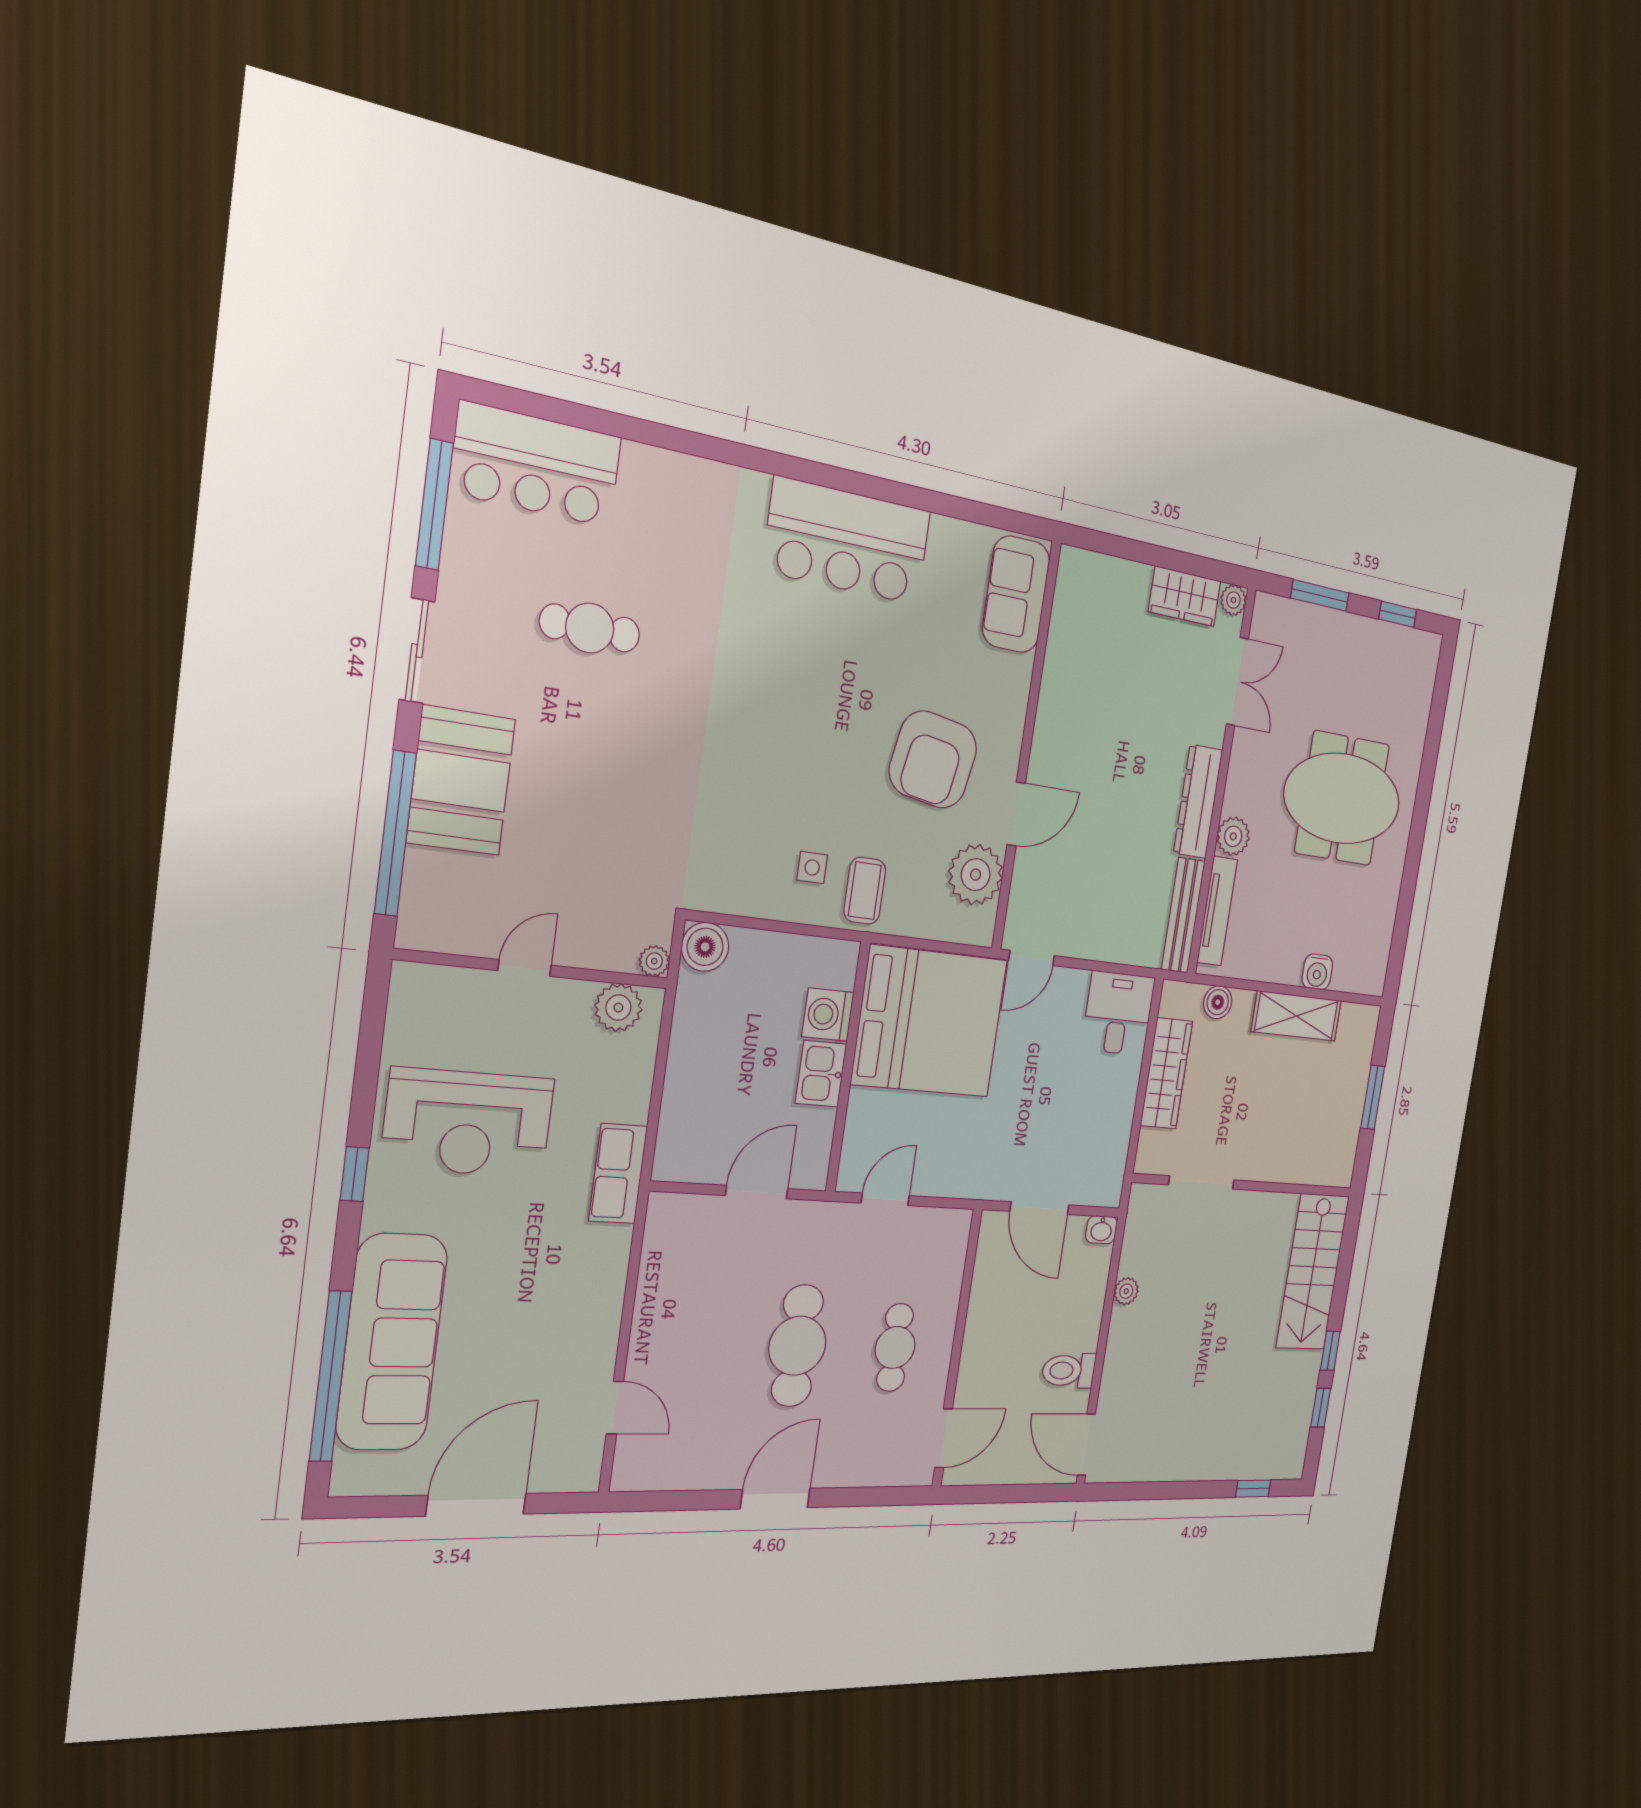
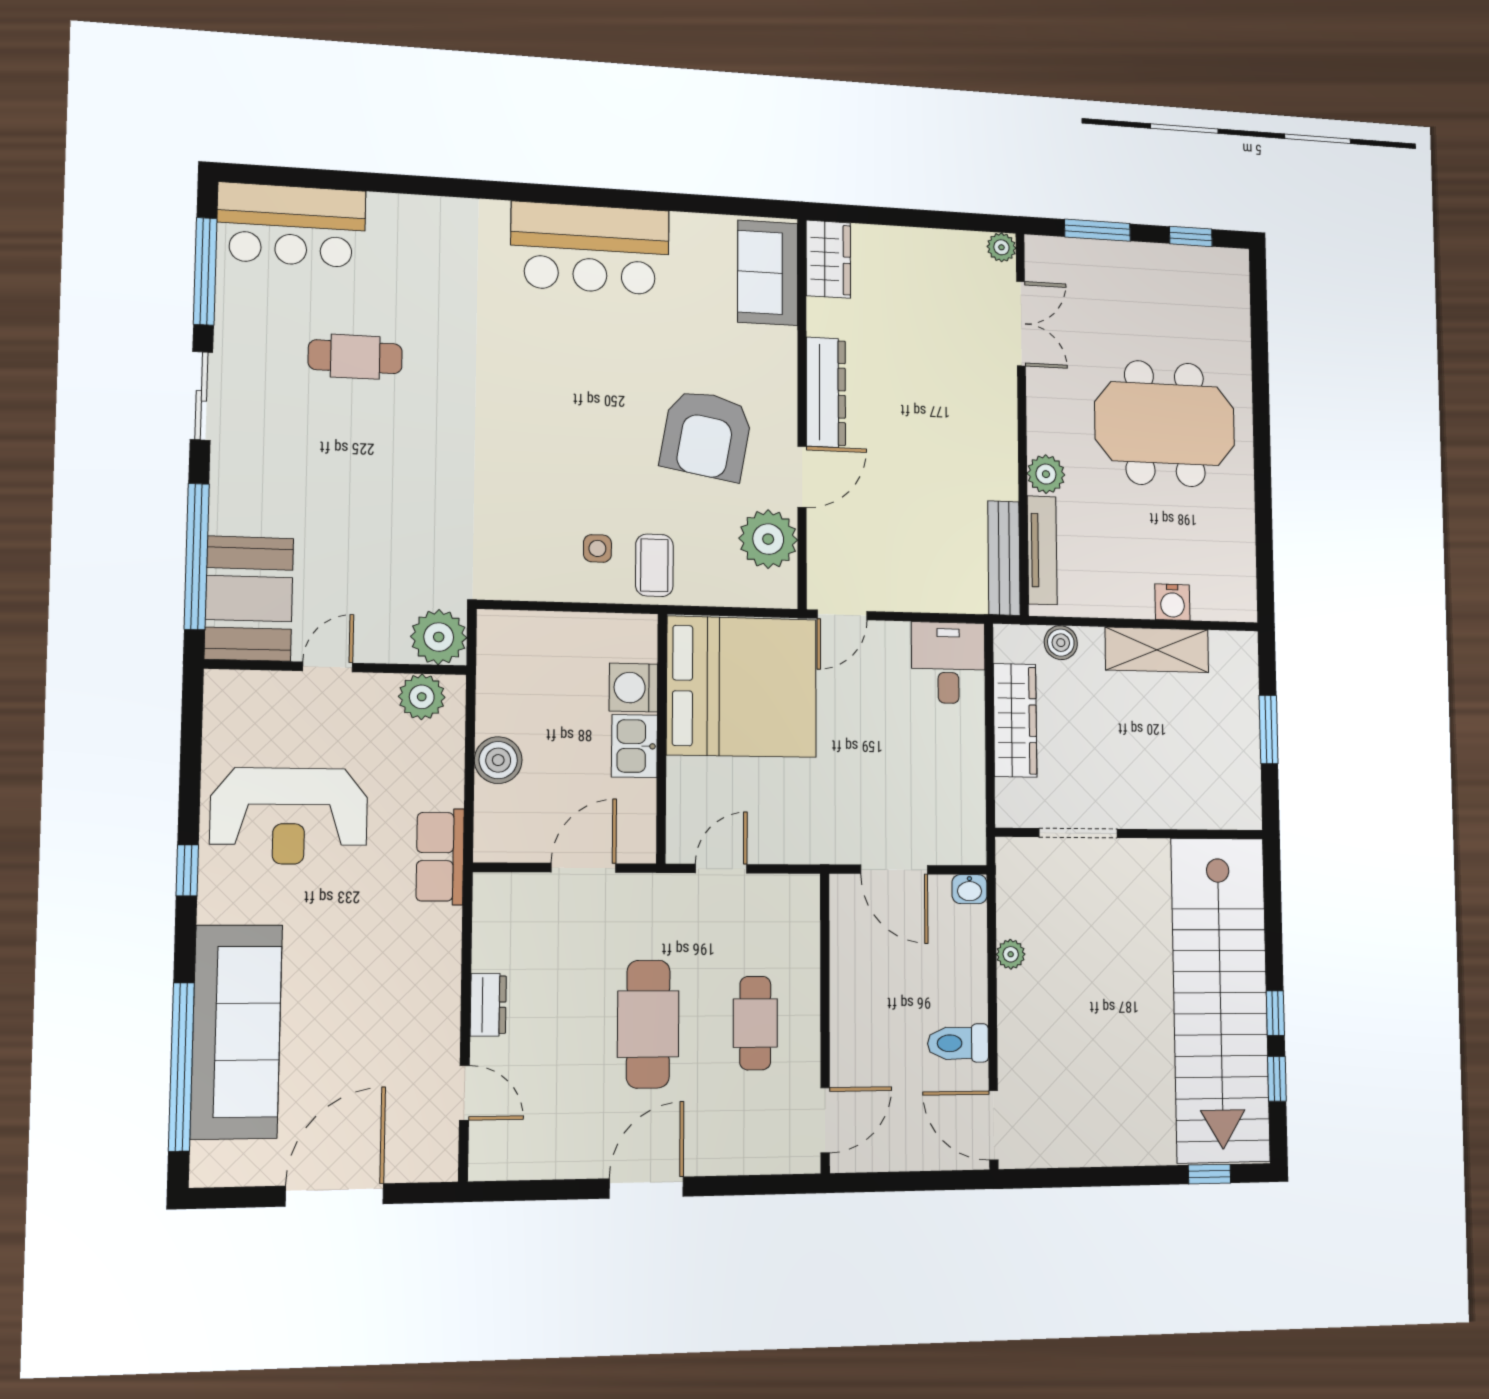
wardrobe: (1185, 596) -> (828, 259), moved, turned -90
booth: (461, 781) -> (249, 598), moved
dresser: (1198, 802) -> (826, 392), moved, turned 180
boiler: (705, 947) -> (498, 760), moved
plant: (654, 961) -> (439, 637), width x1.87, depth x1.87
stairs: (1313, 1272) -> (1220, 999), width x1.86, depth x1.51
dresser: (648, 1323) -> (488, 1005), added

